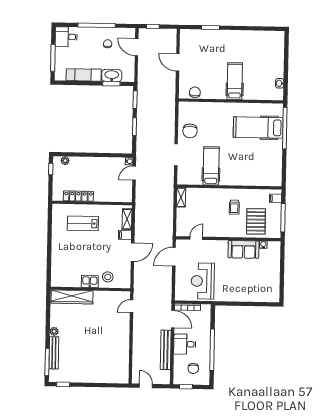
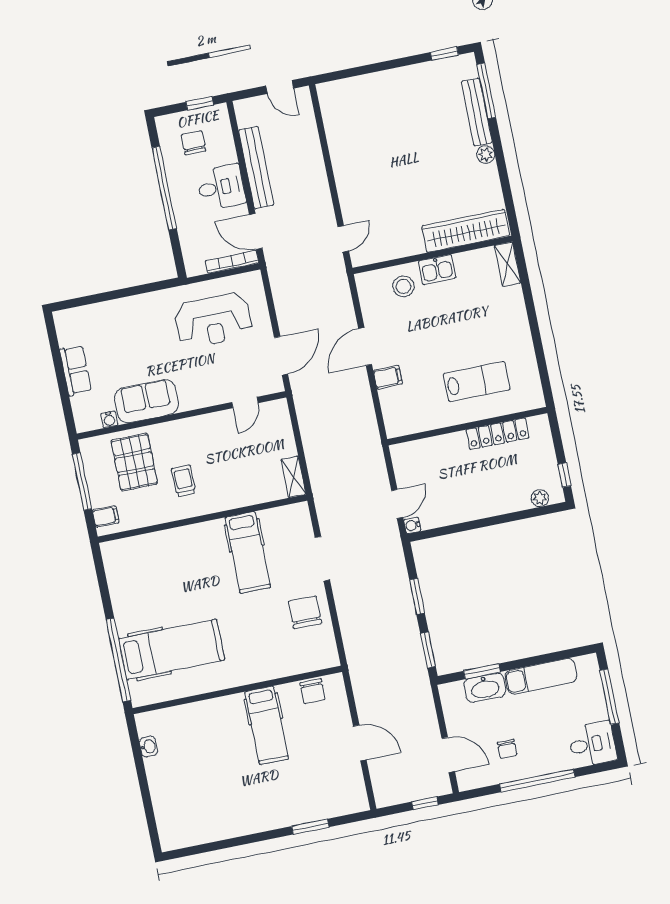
hospital bed: (235, 81) -> (267, 725), moved
shelving: (127, 219) -> (507, 264), moved
row of seats: (274, 272) -> (76, 370), added
reception desk: (203, 281) -> (213, 320), turned 90

